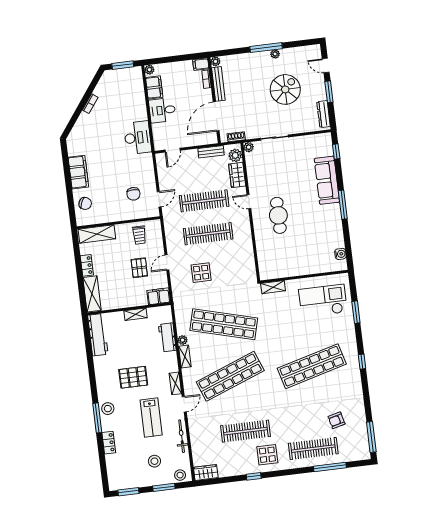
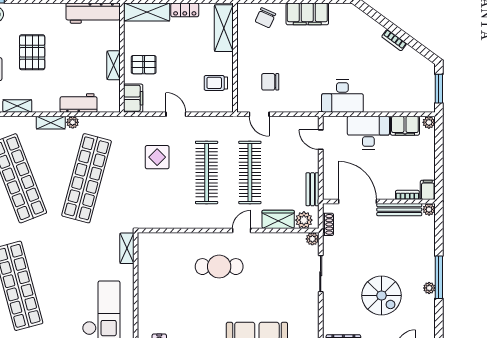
desk: (162, 110) -> (368, 133), width x1.37
pallet: (139, 268) -> (144, 65), moved

